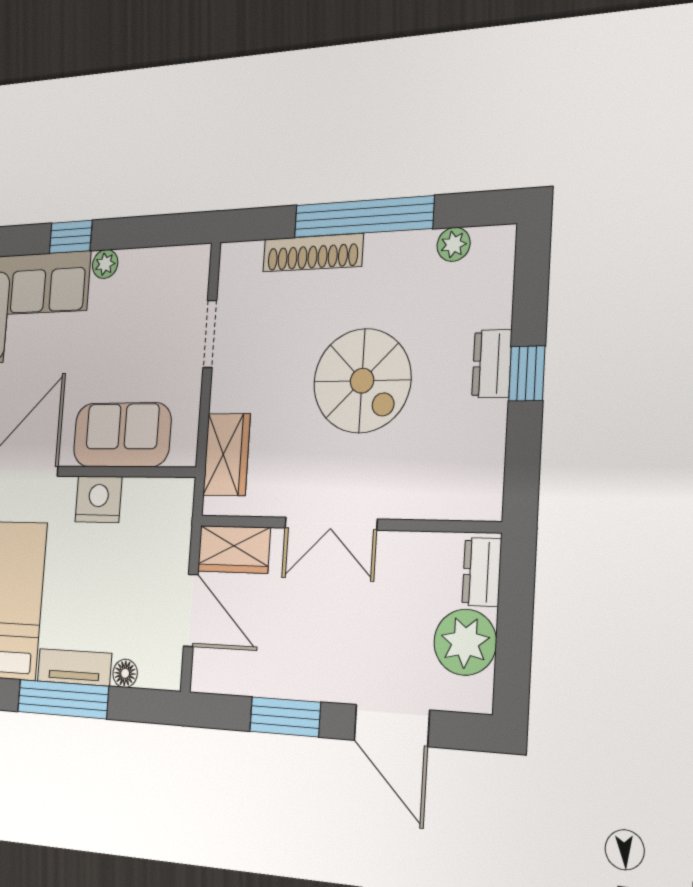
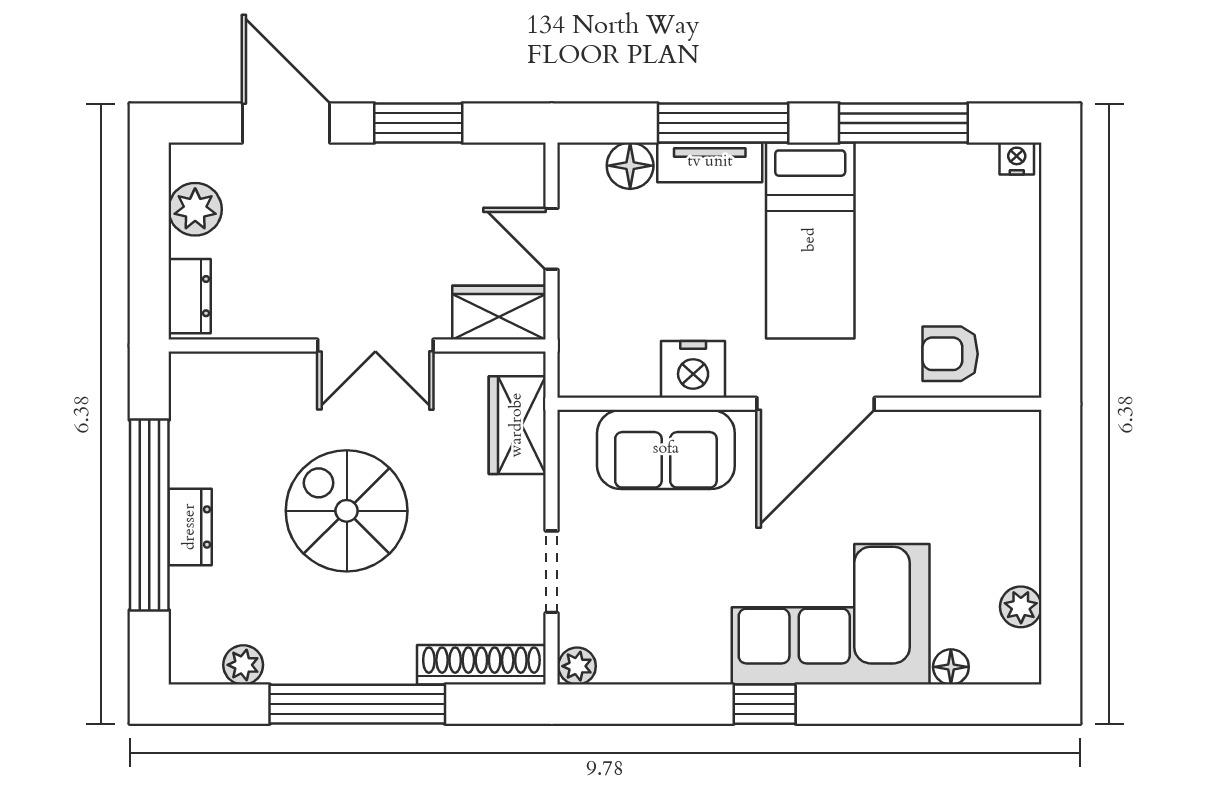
shoe rack: (313, 253) -> (481, 665), moved
plant: (105, 264) -> (577, 666), moved
window: (527, 374) -> (149, 515), width x3.17
double door: (331, 524) -> (375, 346), swing flipped
door: (191, 610) -> (552, 239), width x0.73
plant: (465, 642) -> (195, 209), width x0.73, depth x0.73
floor lamp: (125, 673) -> (630, 166), width x1.37, depth x1.37

